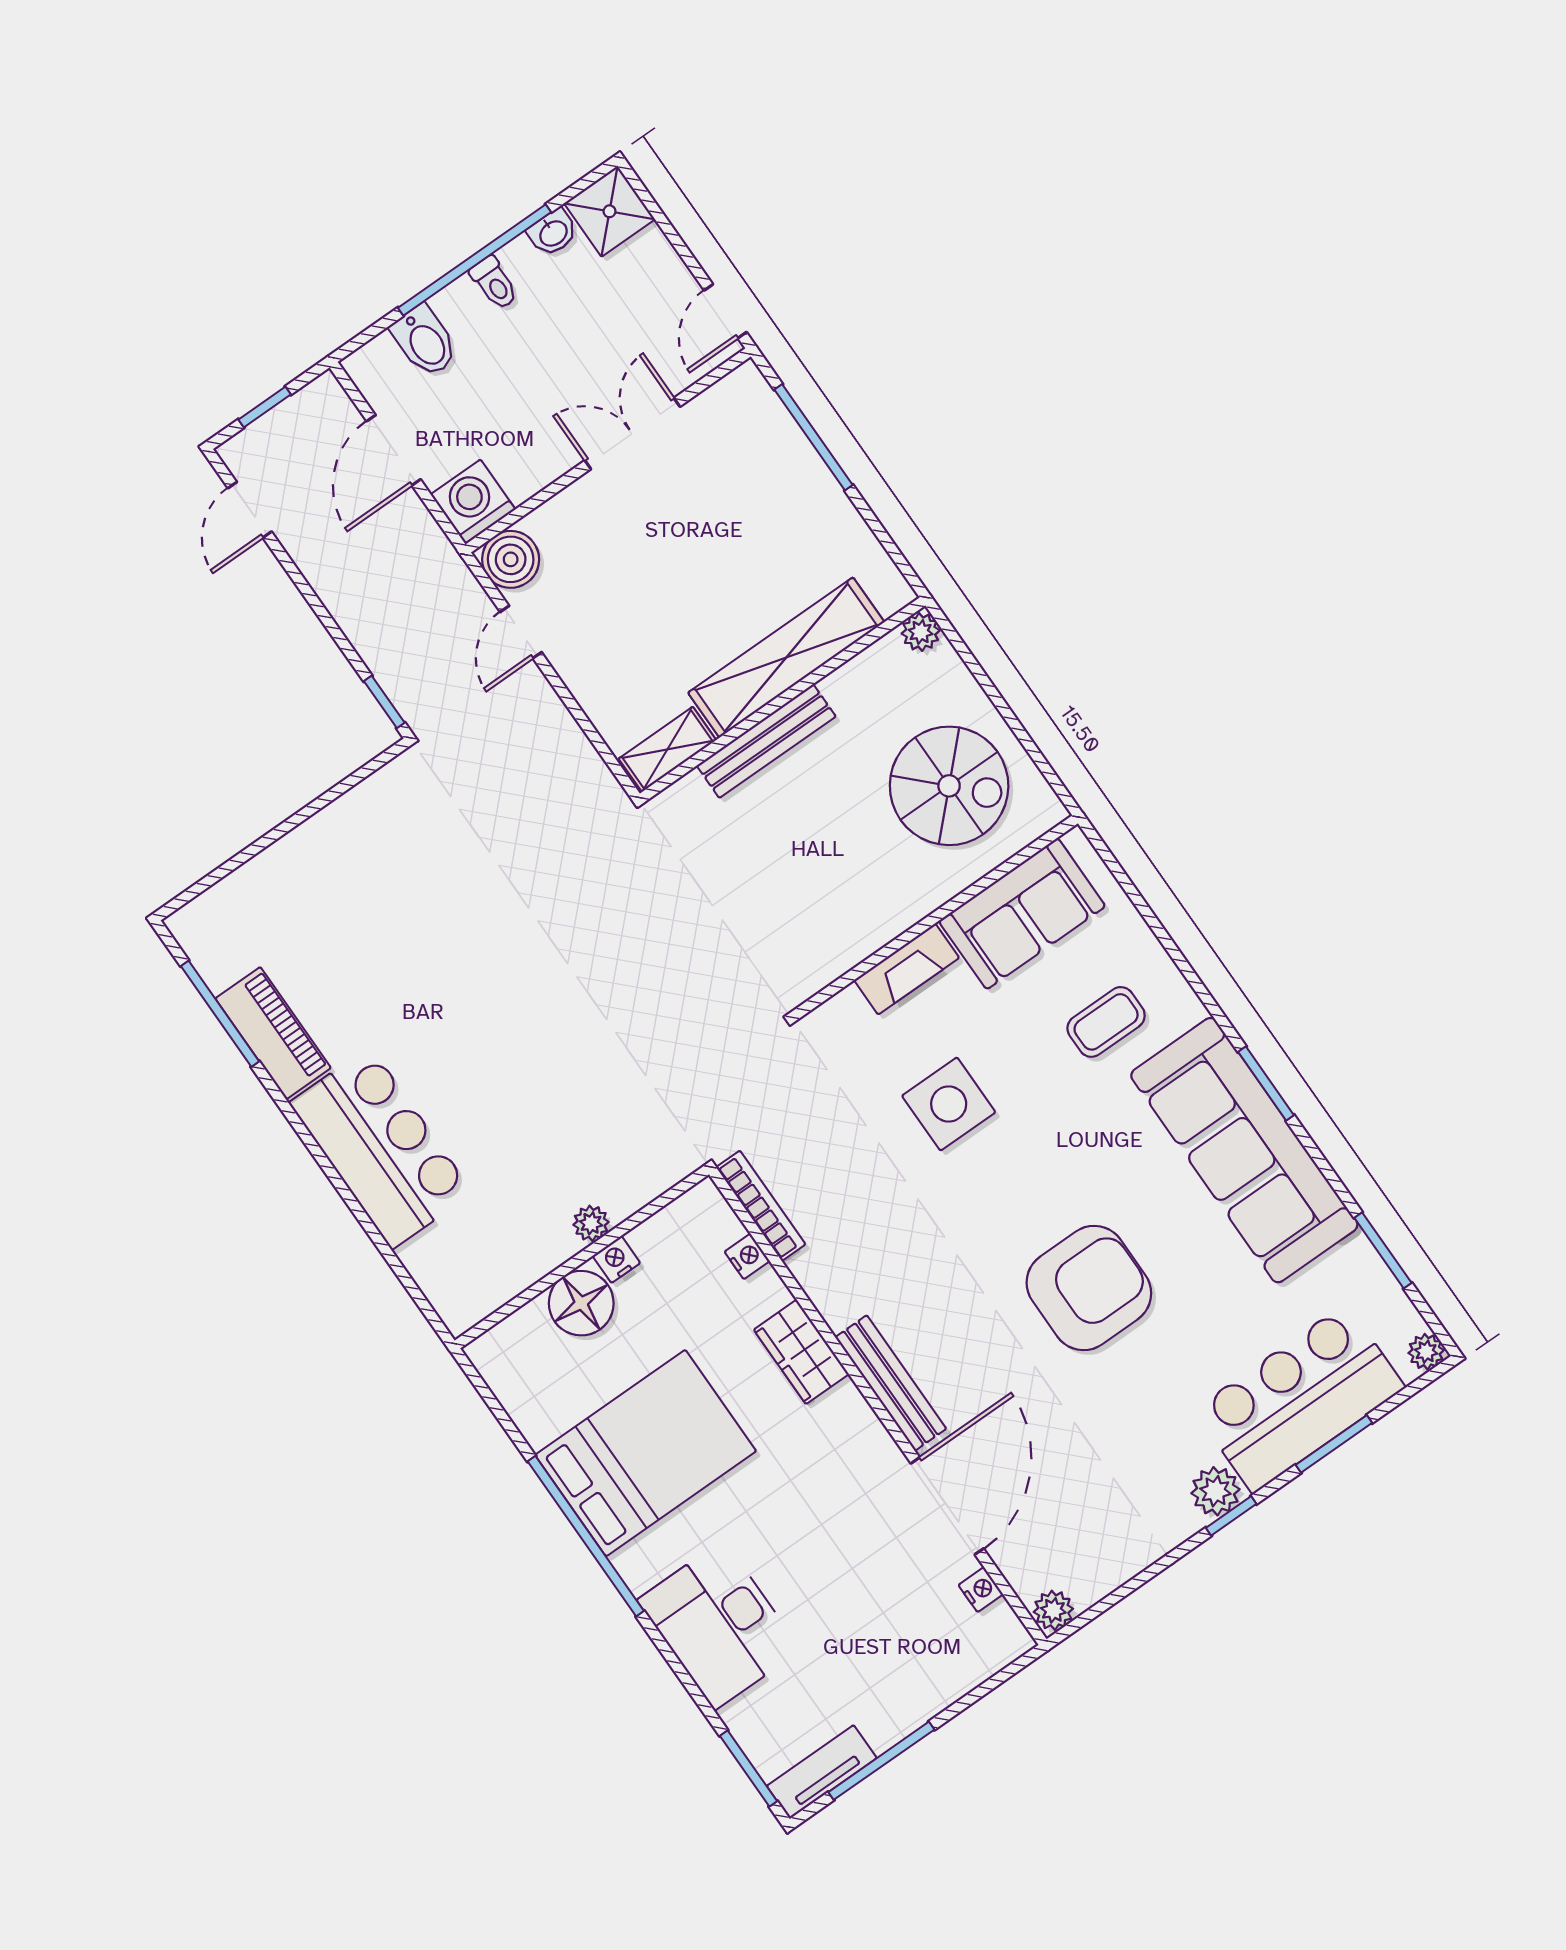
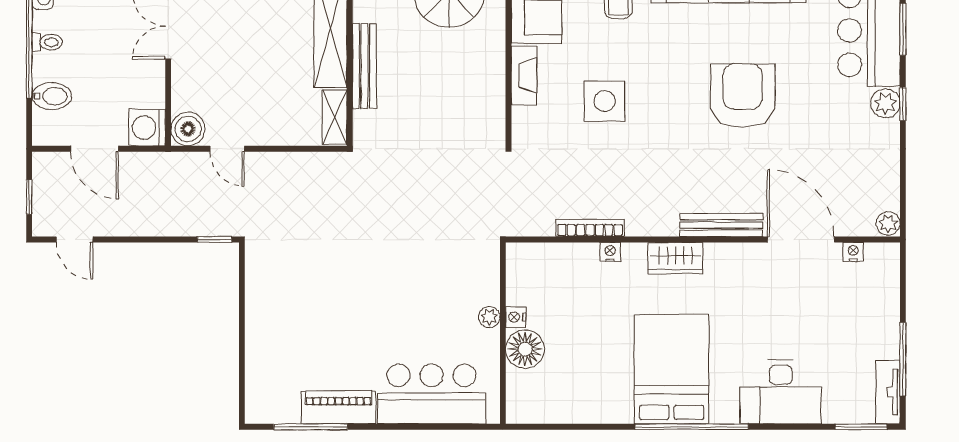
plant: (591, 1223) -> (489, 317), moved
wall: (582, 1257) -> (503, 333), moved
nightstand: (616, 1259) -> (516, 317), moved
floor lamp: (581, 1303) -> (525, 349), moved

